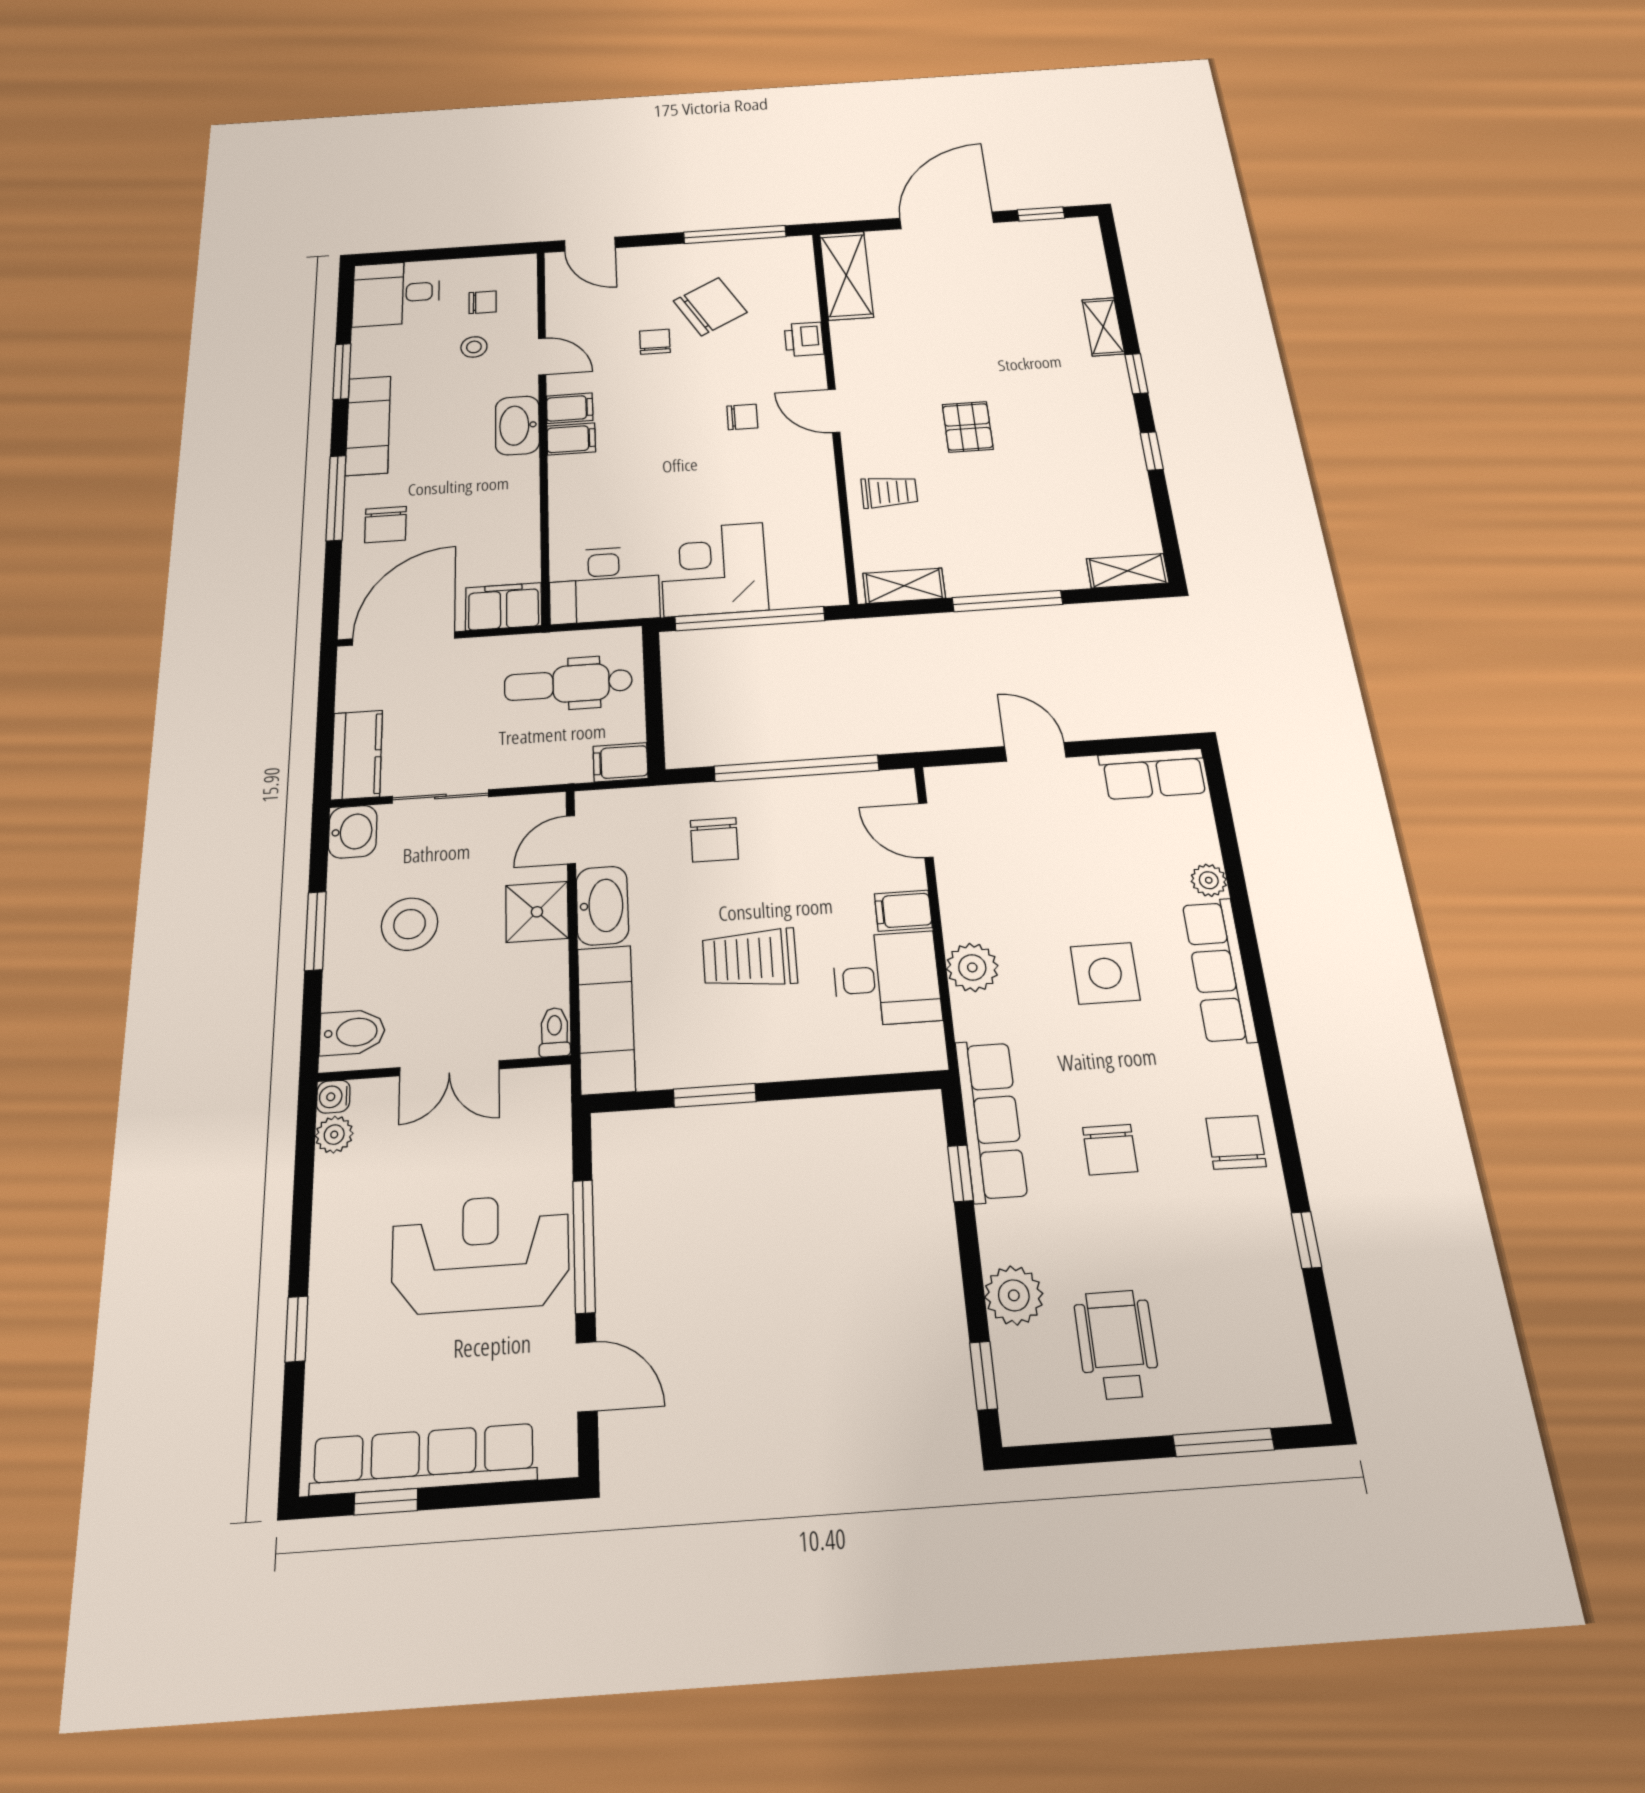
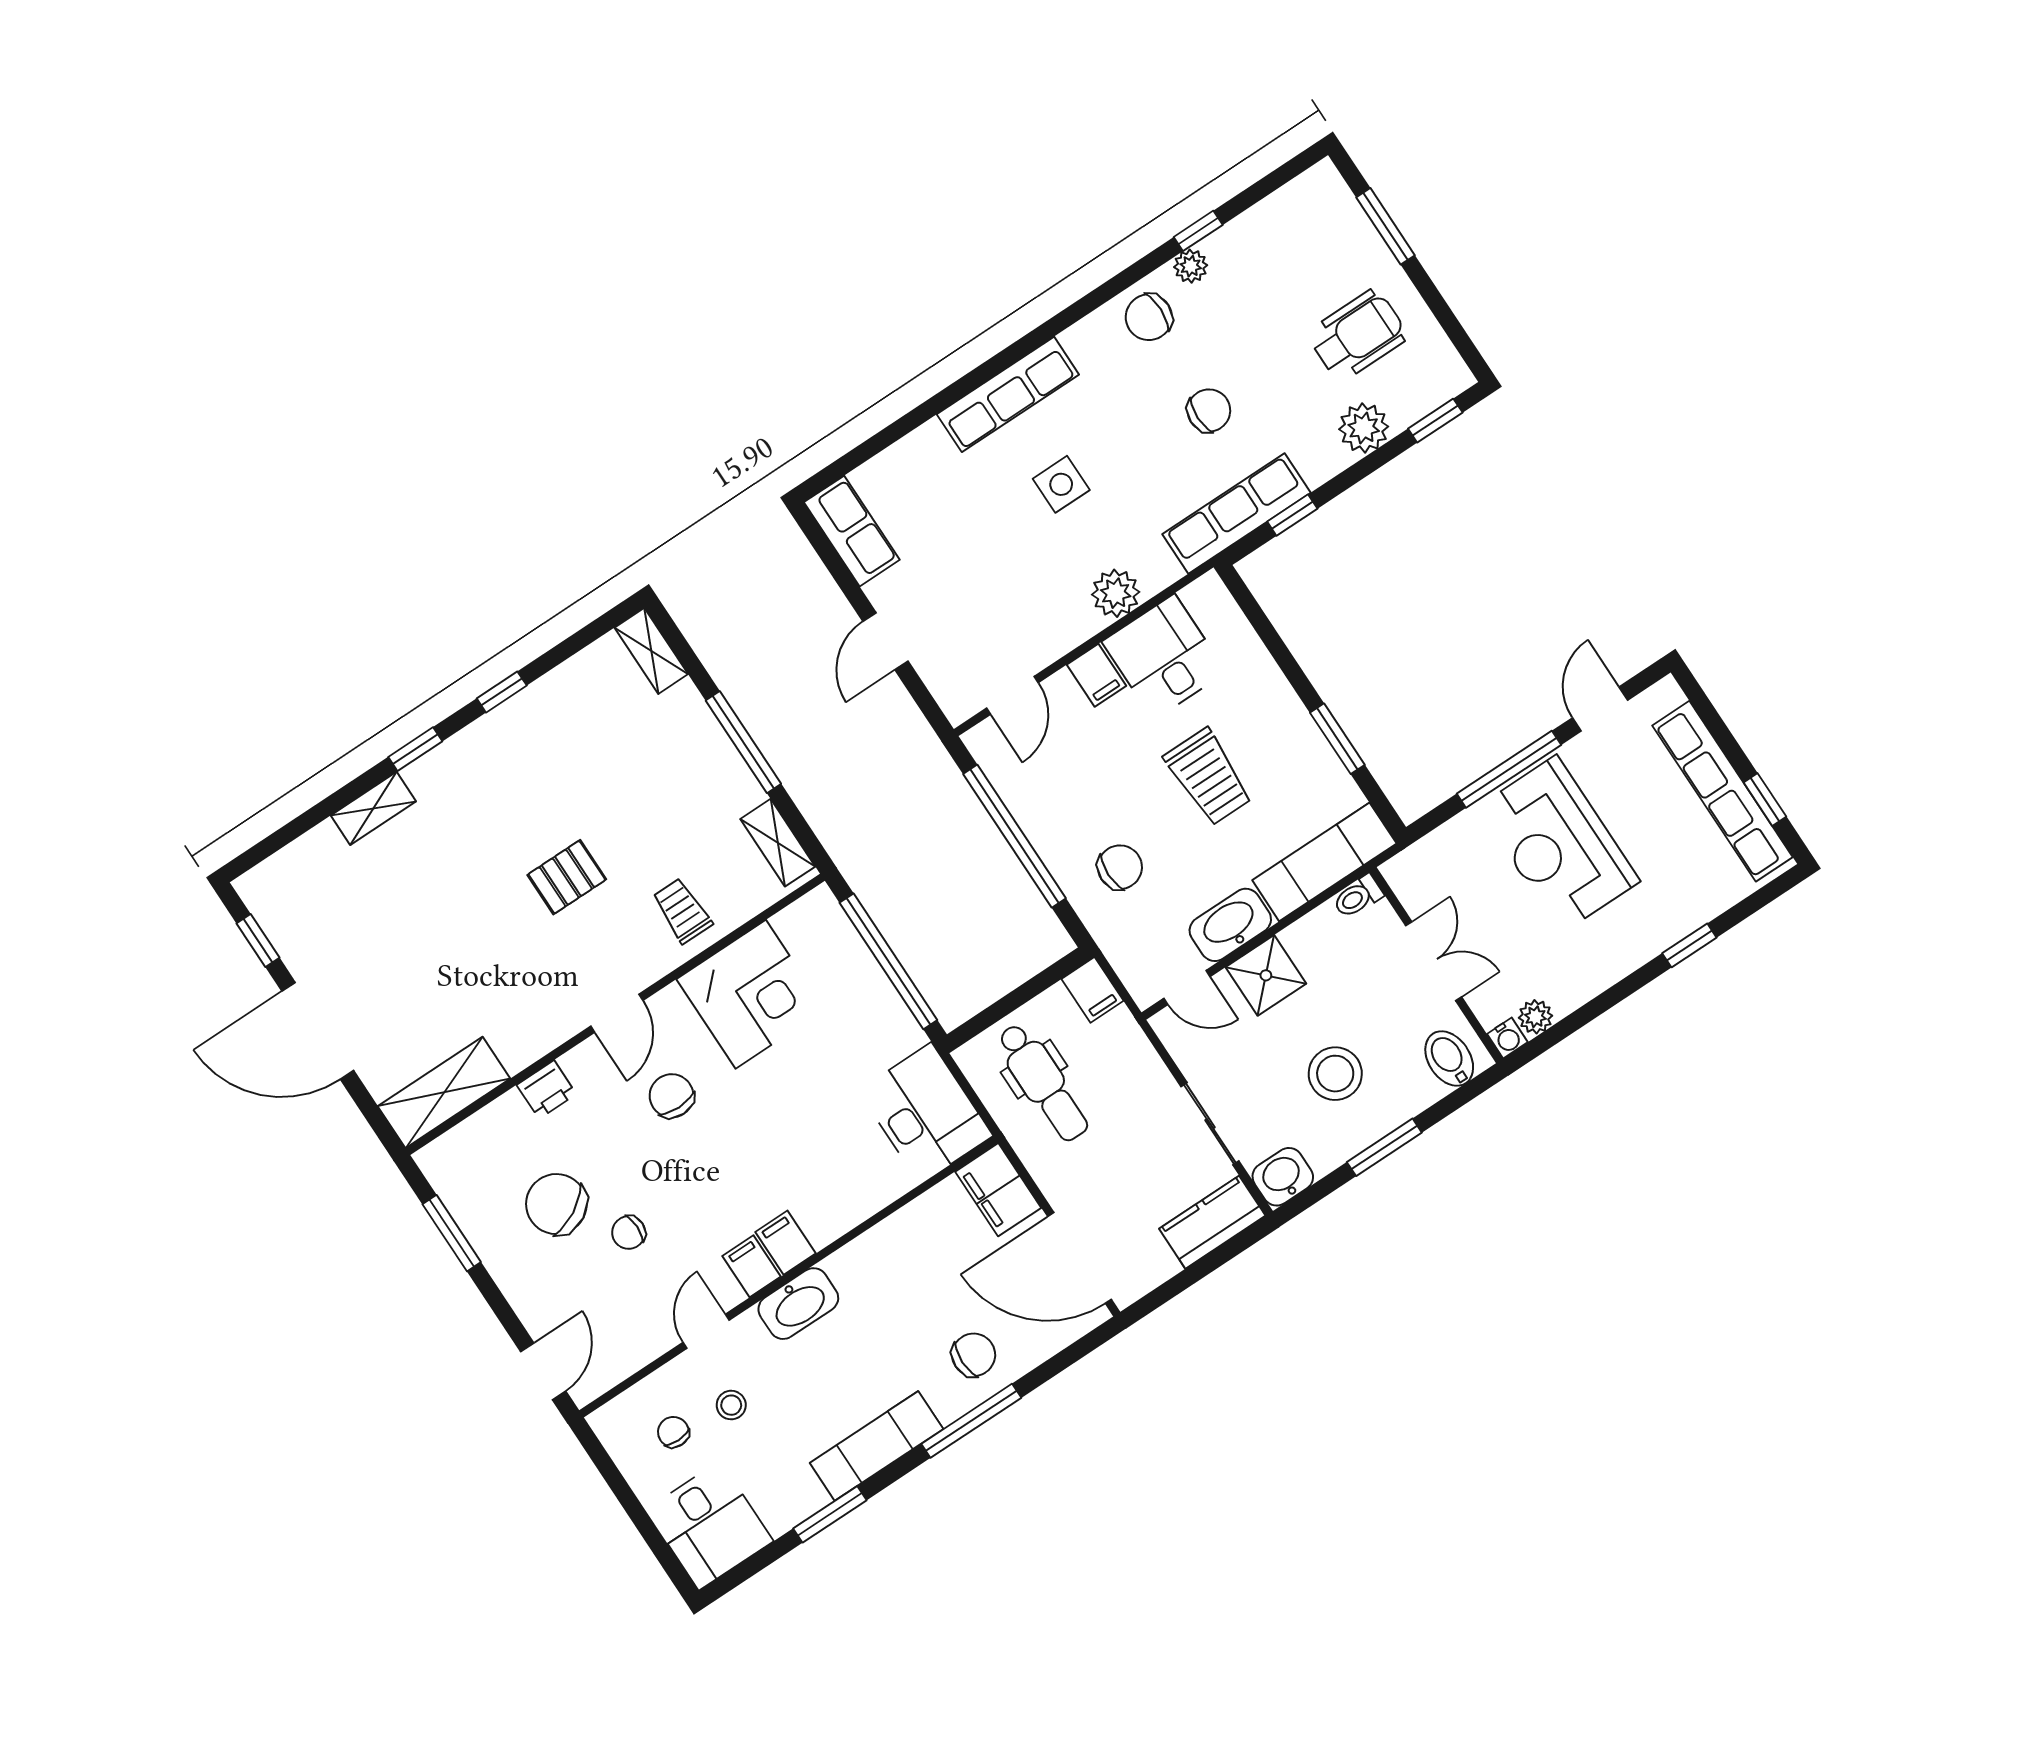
window: (735, 234) -> (452, 1233), width x0.69
chair: (742, 417) -> (672, 1096), width x1.37, depth x1.37
corner desk: (714, 569) -> (751, 994), moved, turned -90
plant: (1209, 880) -> (1191, 266), moved
side table: (1105, 973) -> (1061, 484), width x0.73, depth x0.73
wheelchair: (1117, 1345) -> (1358, 335), turned 180

